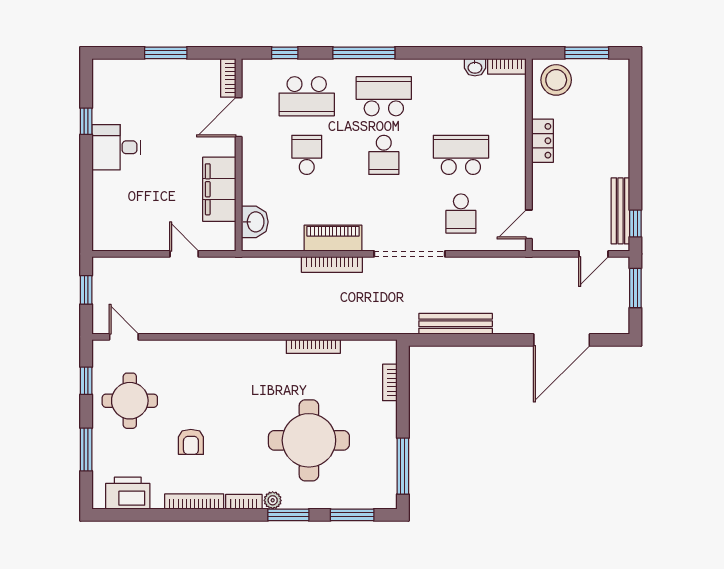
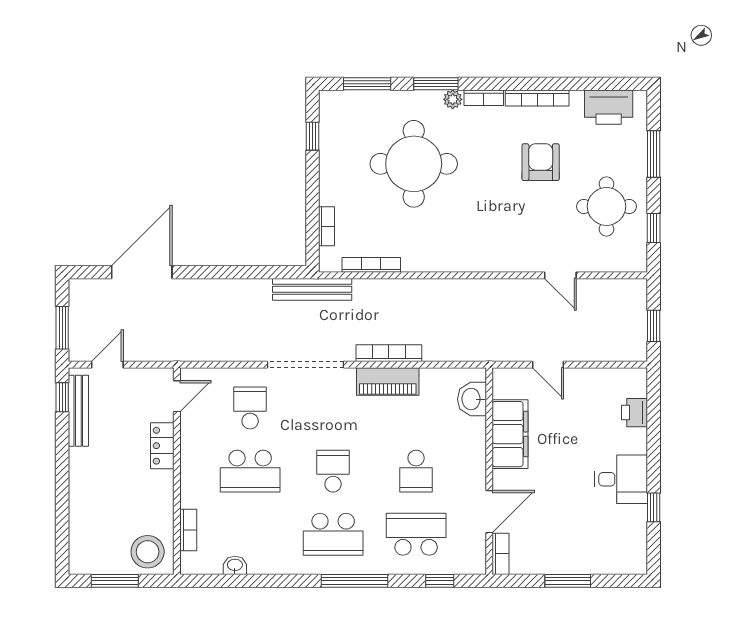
bookcase: (507, 66) -> (188, 530), moved, turned 90
locker: (543, 141) -> (162, 446), moved
printer: (104, 209) -> (634, 413), added
bench: (456, 324) -> (312, 289), moved
door: (124, 337) -> (560, 275), moved
bookcase: (313, 346) -> (371, 265), moved
armchair: (191, 442) -> (541, 162), width x1.38, depth x1.38
window: (403, 466) -> (313, 136), width x0.46

